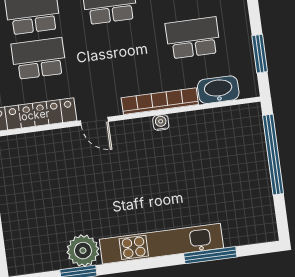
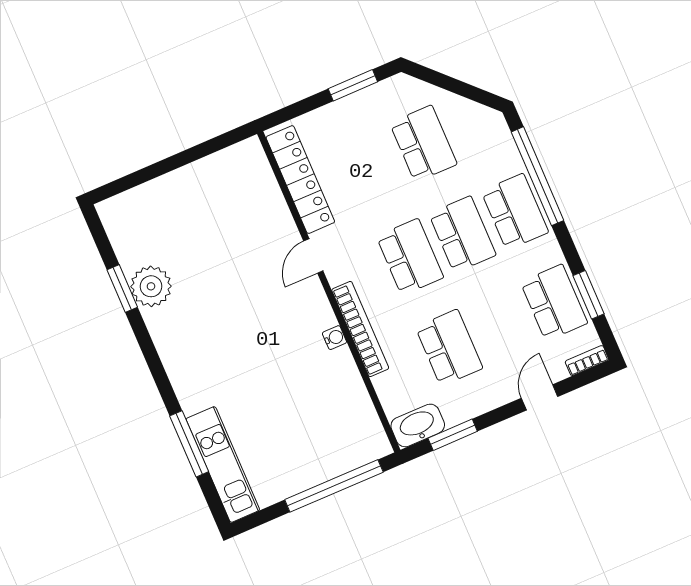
school desk: (39, 58) -> (410, 257), moved
washbasin: (218, 90) -> (418, 425), moved, turned -90
kitchen unit: (161, 244) -> (223, 464), moved, width x0.73

